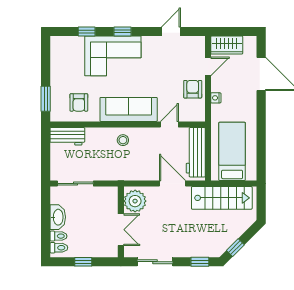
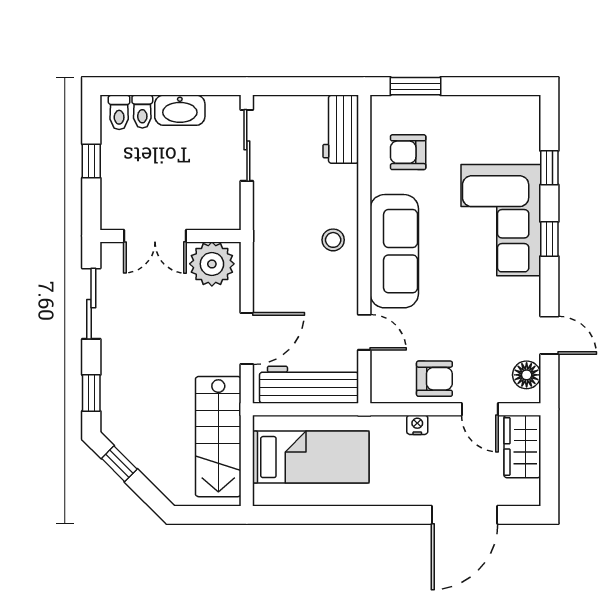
floor lamp: (191, 43) -> (527, 375), added

